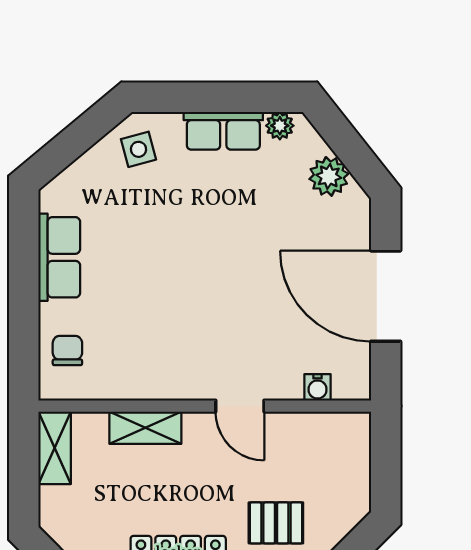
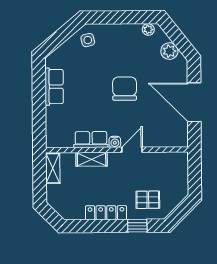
row of seats: (223, 131) -> (91, 140), moved, turned 180
chair: (67, 351) -> (125, 89), moved, width x1.87, depth x1.87
water cooler: (318, 387) -> (115, 142), moved
door: (240, 406) -> (132, 150), swing flipped

